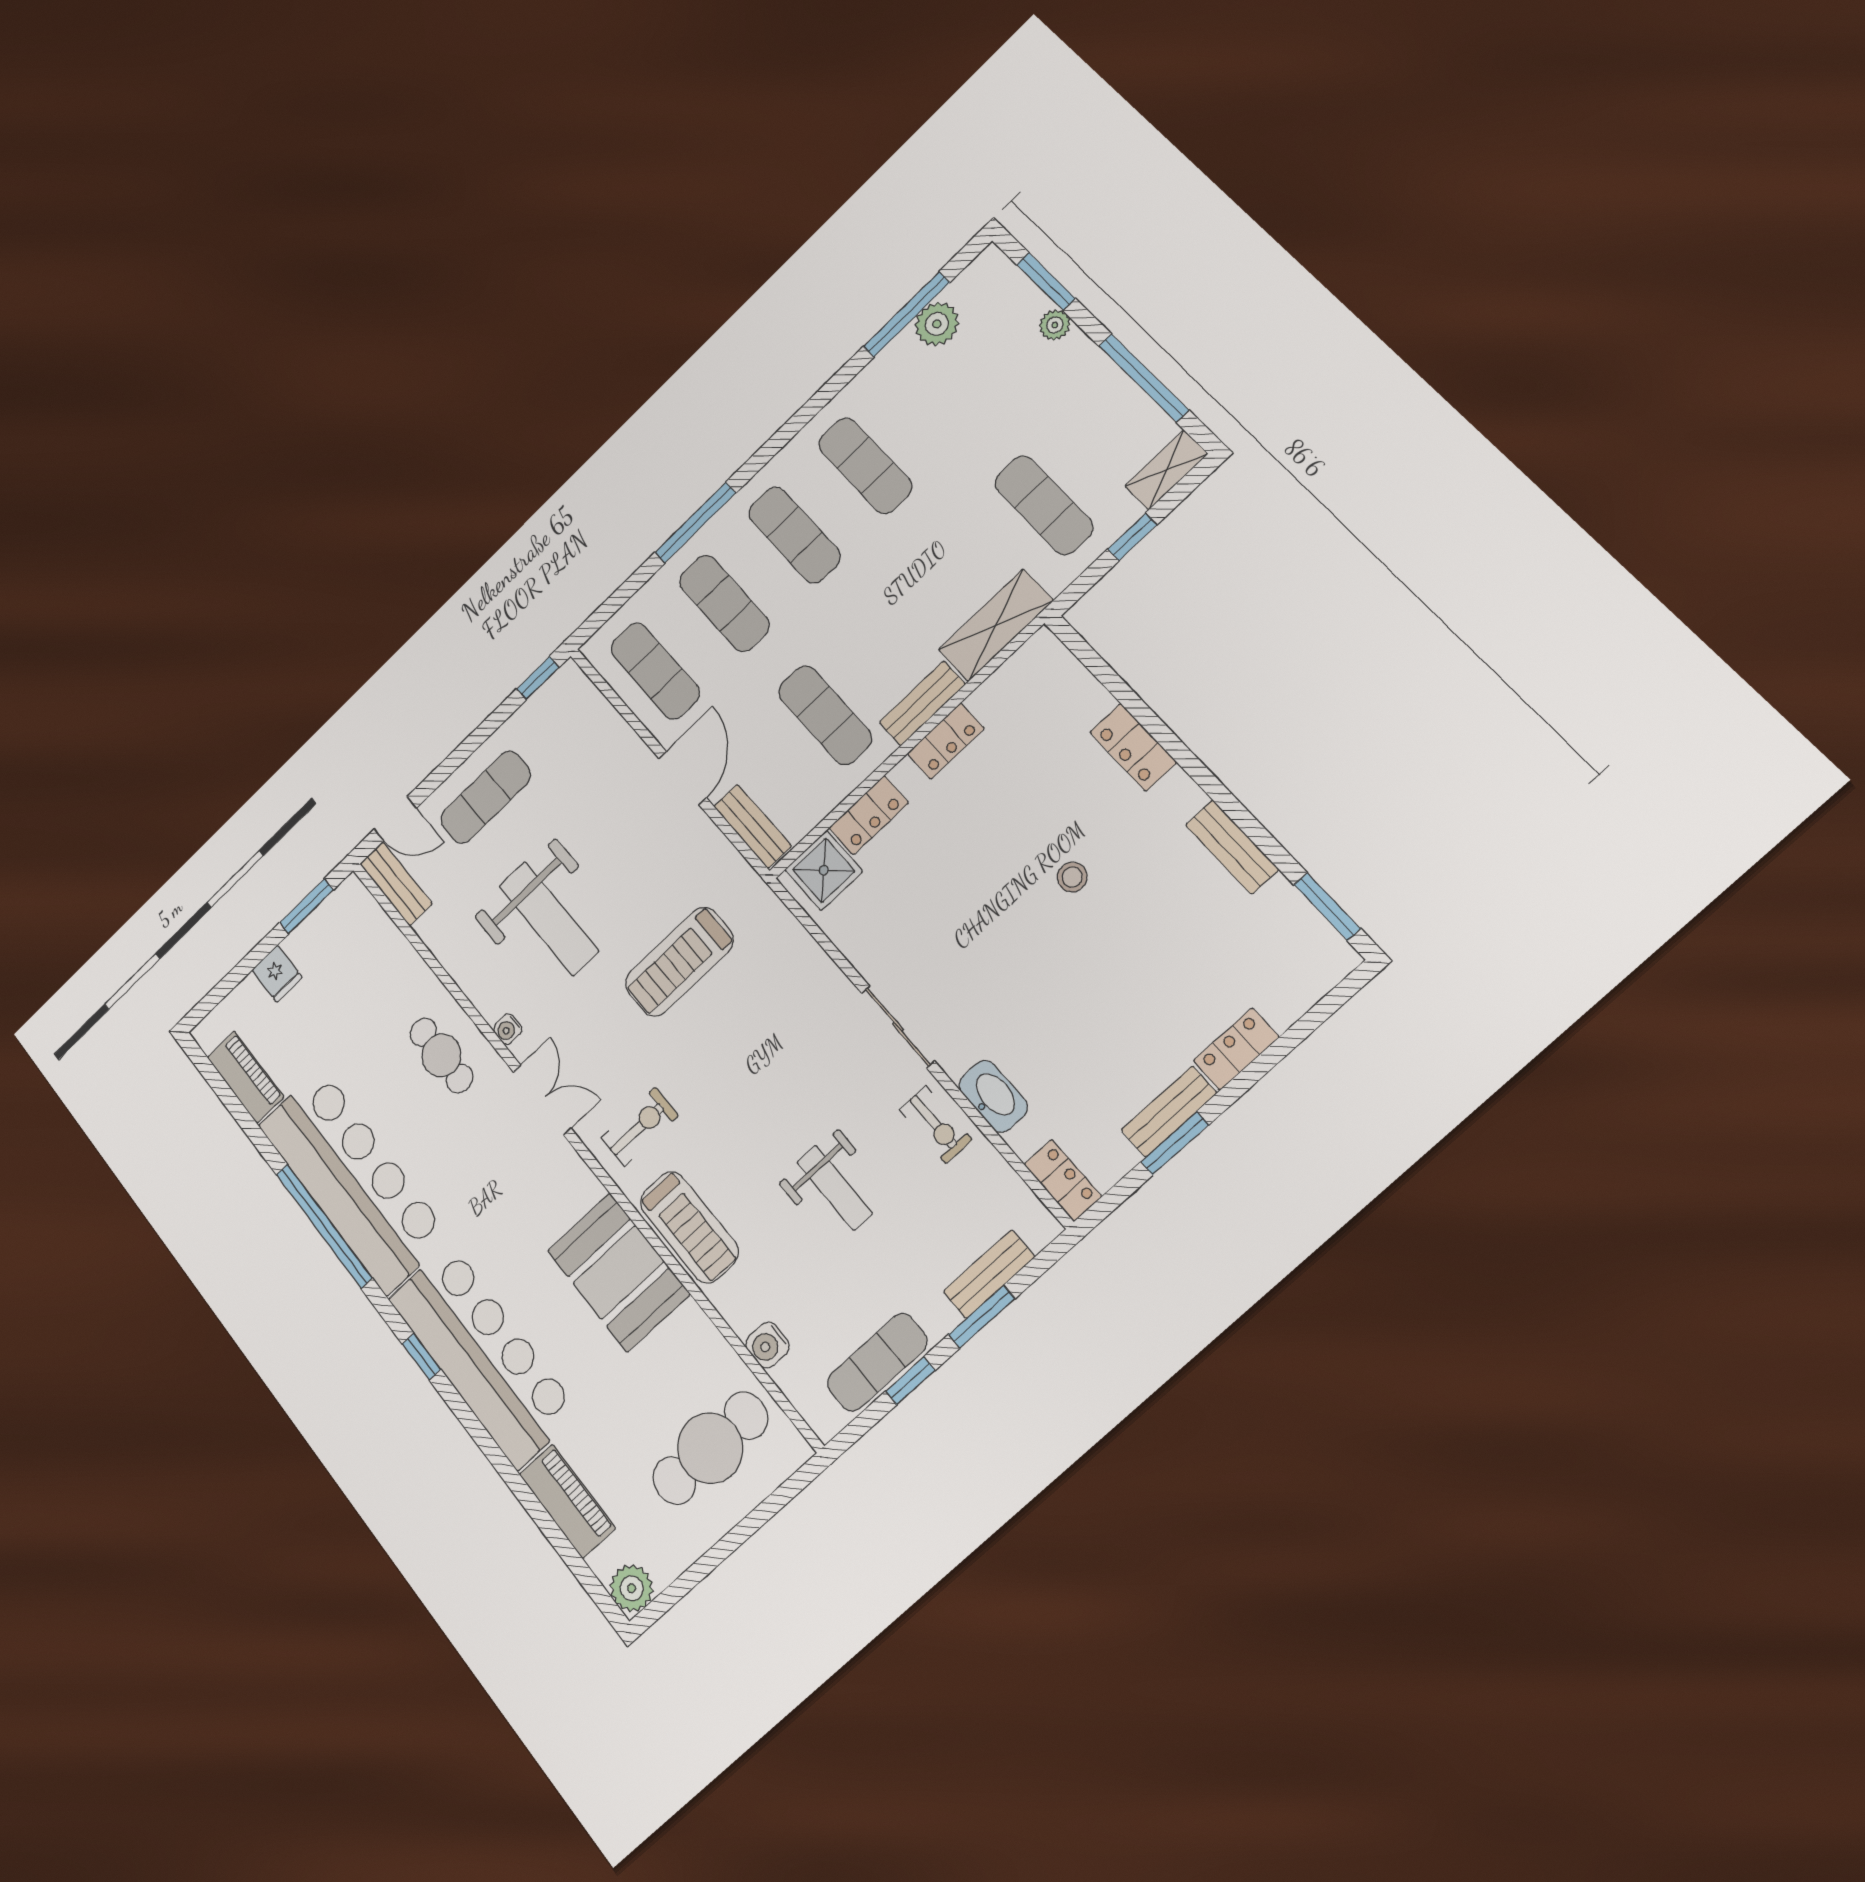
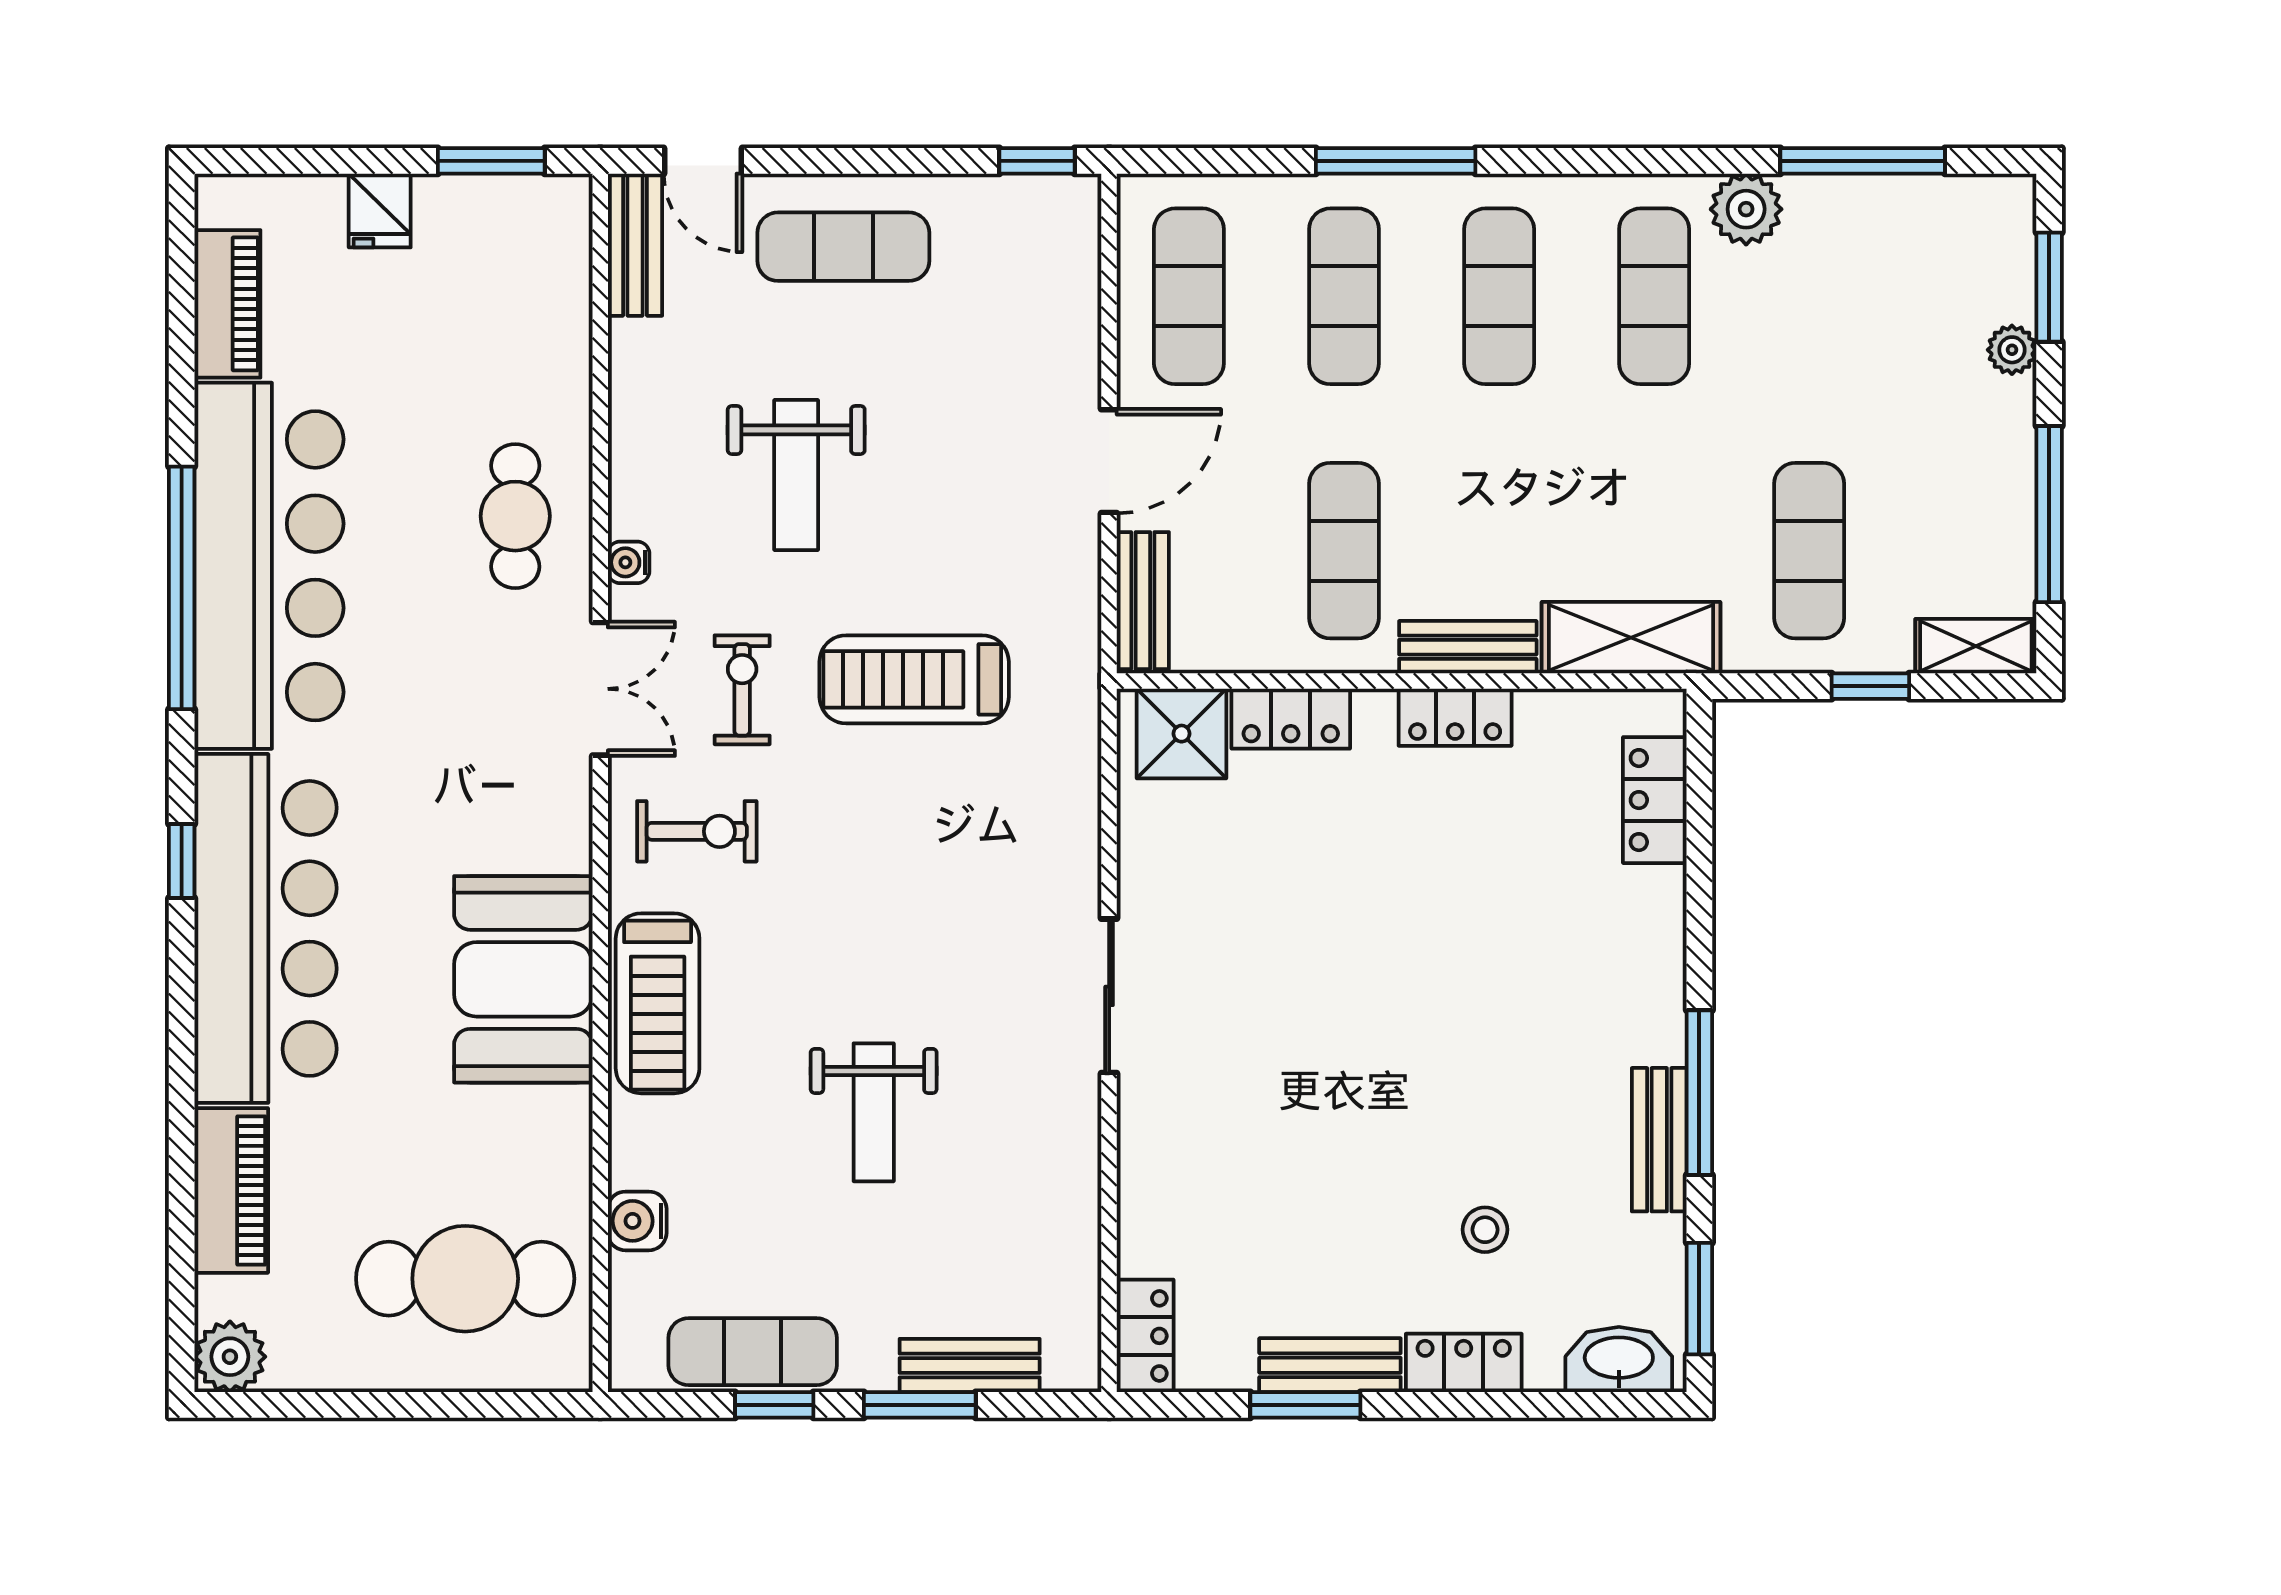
plant: (937, 324) -> (1746, 209), moved
locker: (1133, 747) -> (1655, 800), moved
window: (1231, 806) -> (1699, 1093), added
stool: (1072, 877) -> (1485, 1230), moved
weight bench: (549, 919) -> (796, 475), width x0.73, depth x0.75
washbasin: (993, 1096) -> (1619, 1360), moved, turned -90
exercise bike: (936, 1125) -> (742, 690), moved, turned 180

